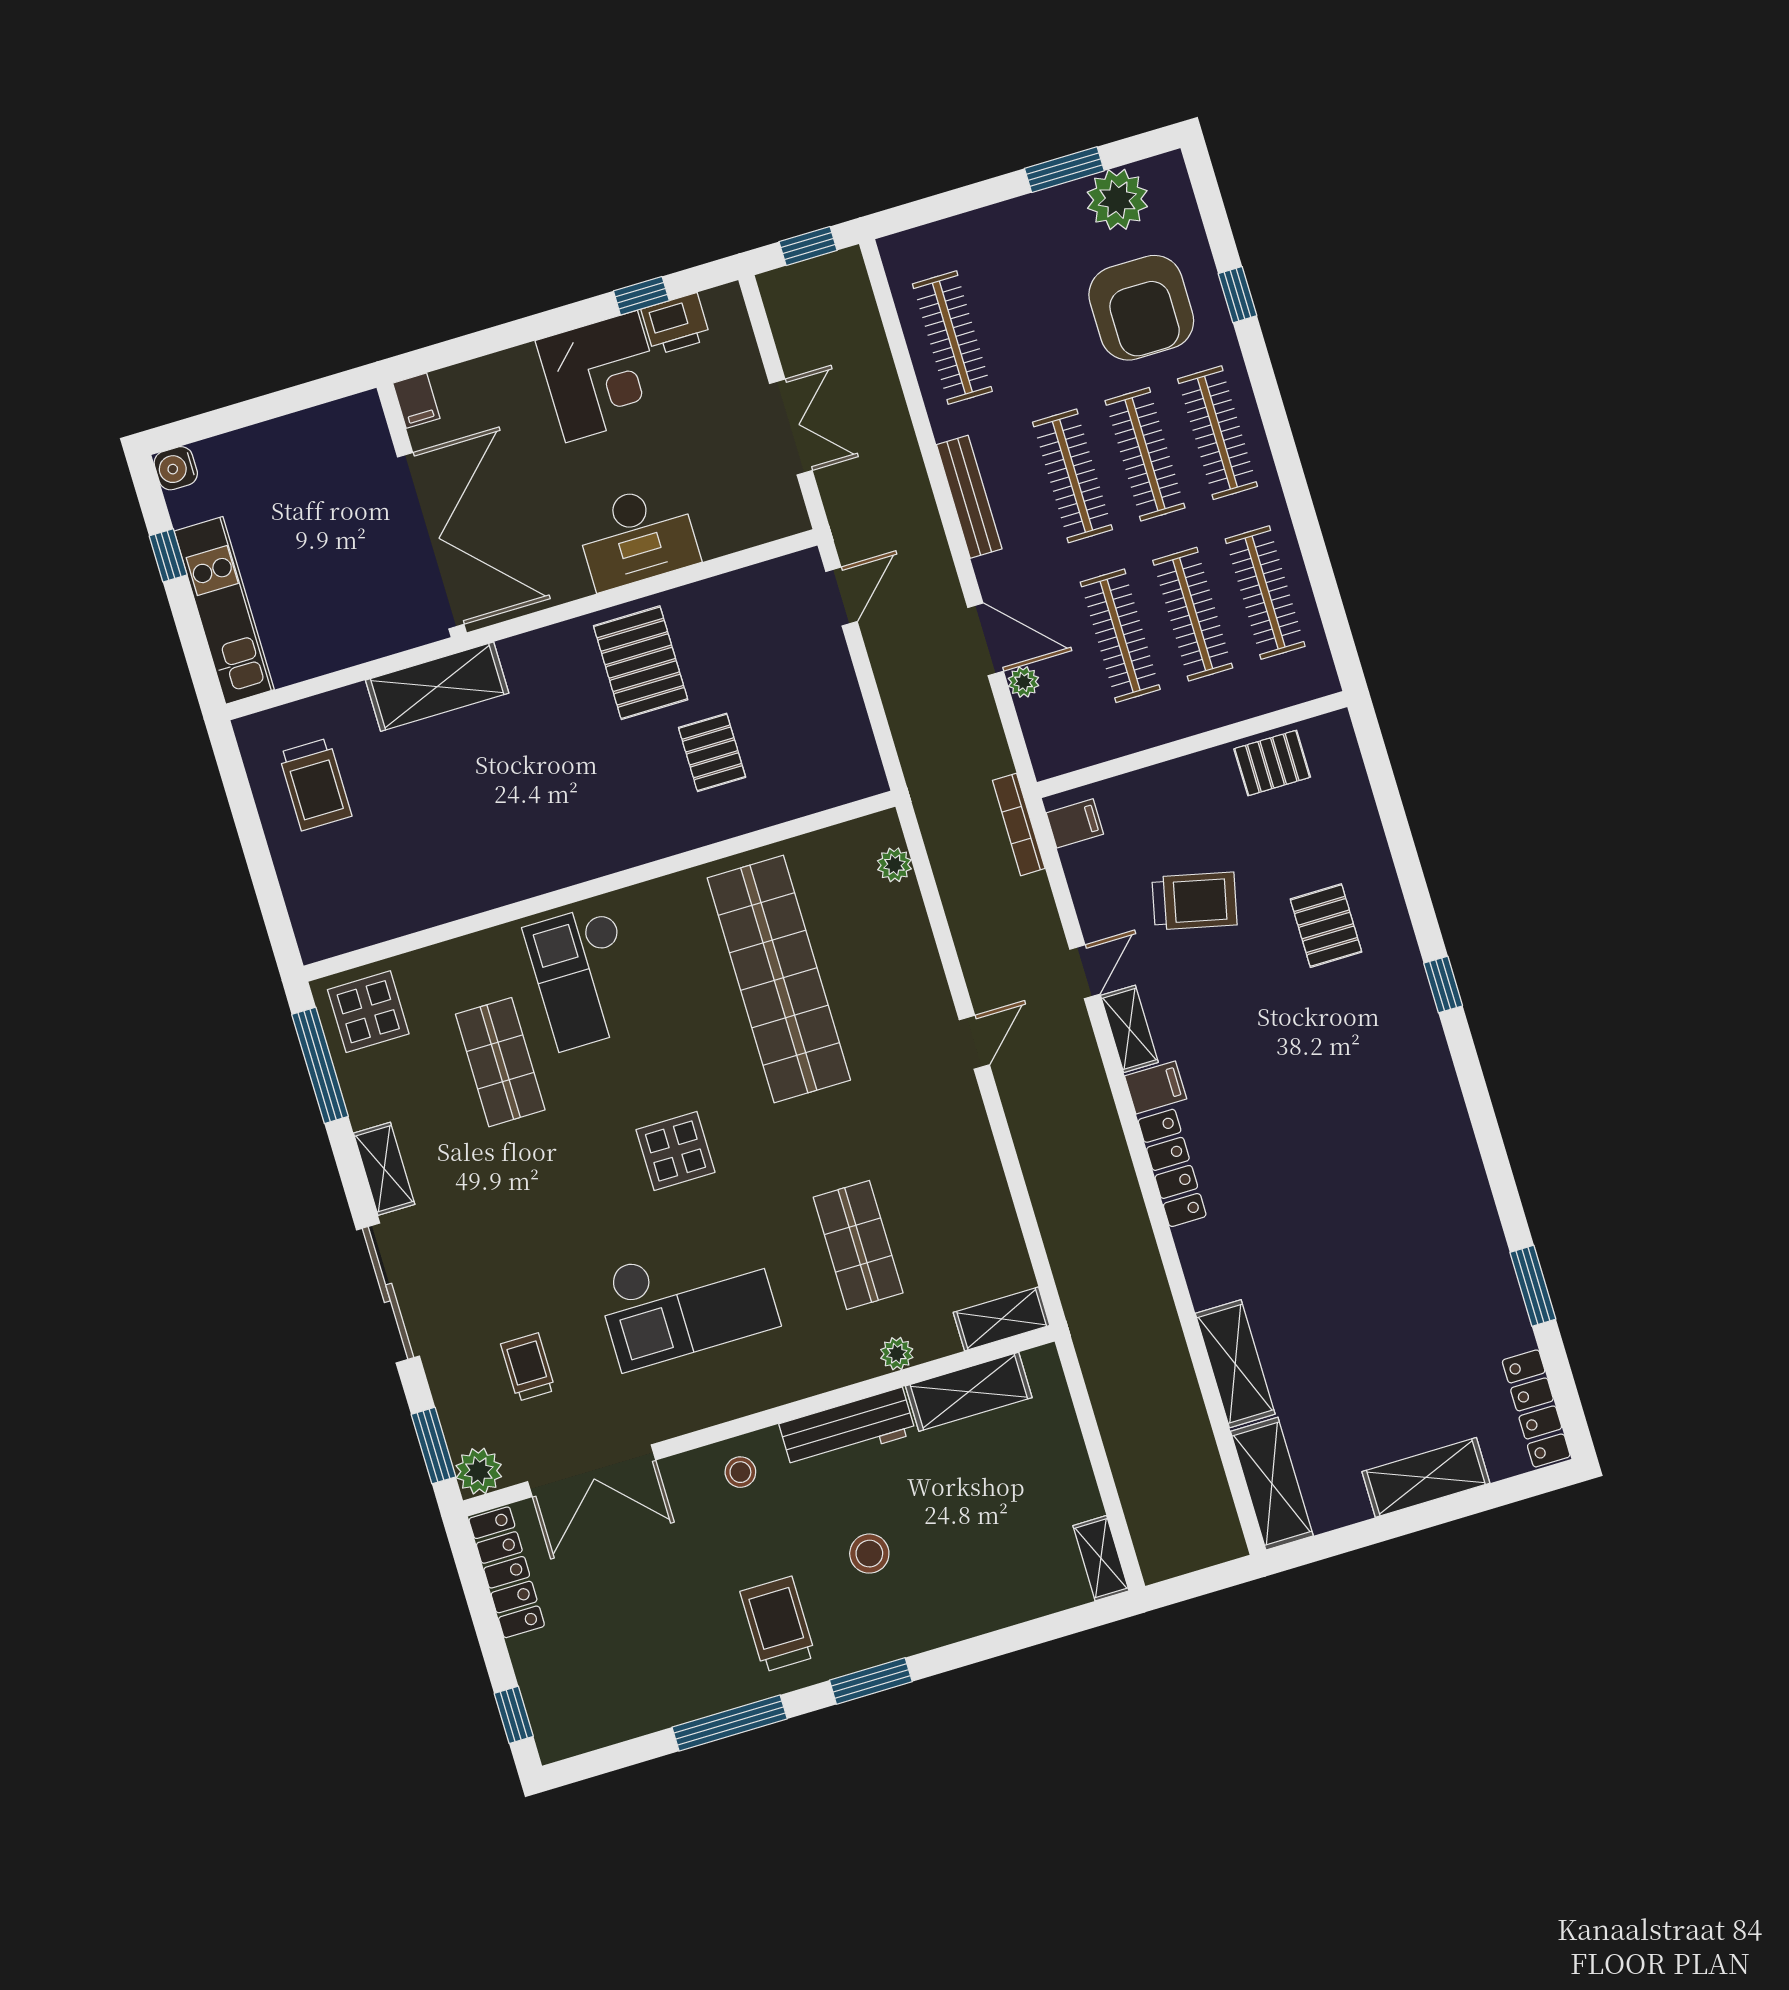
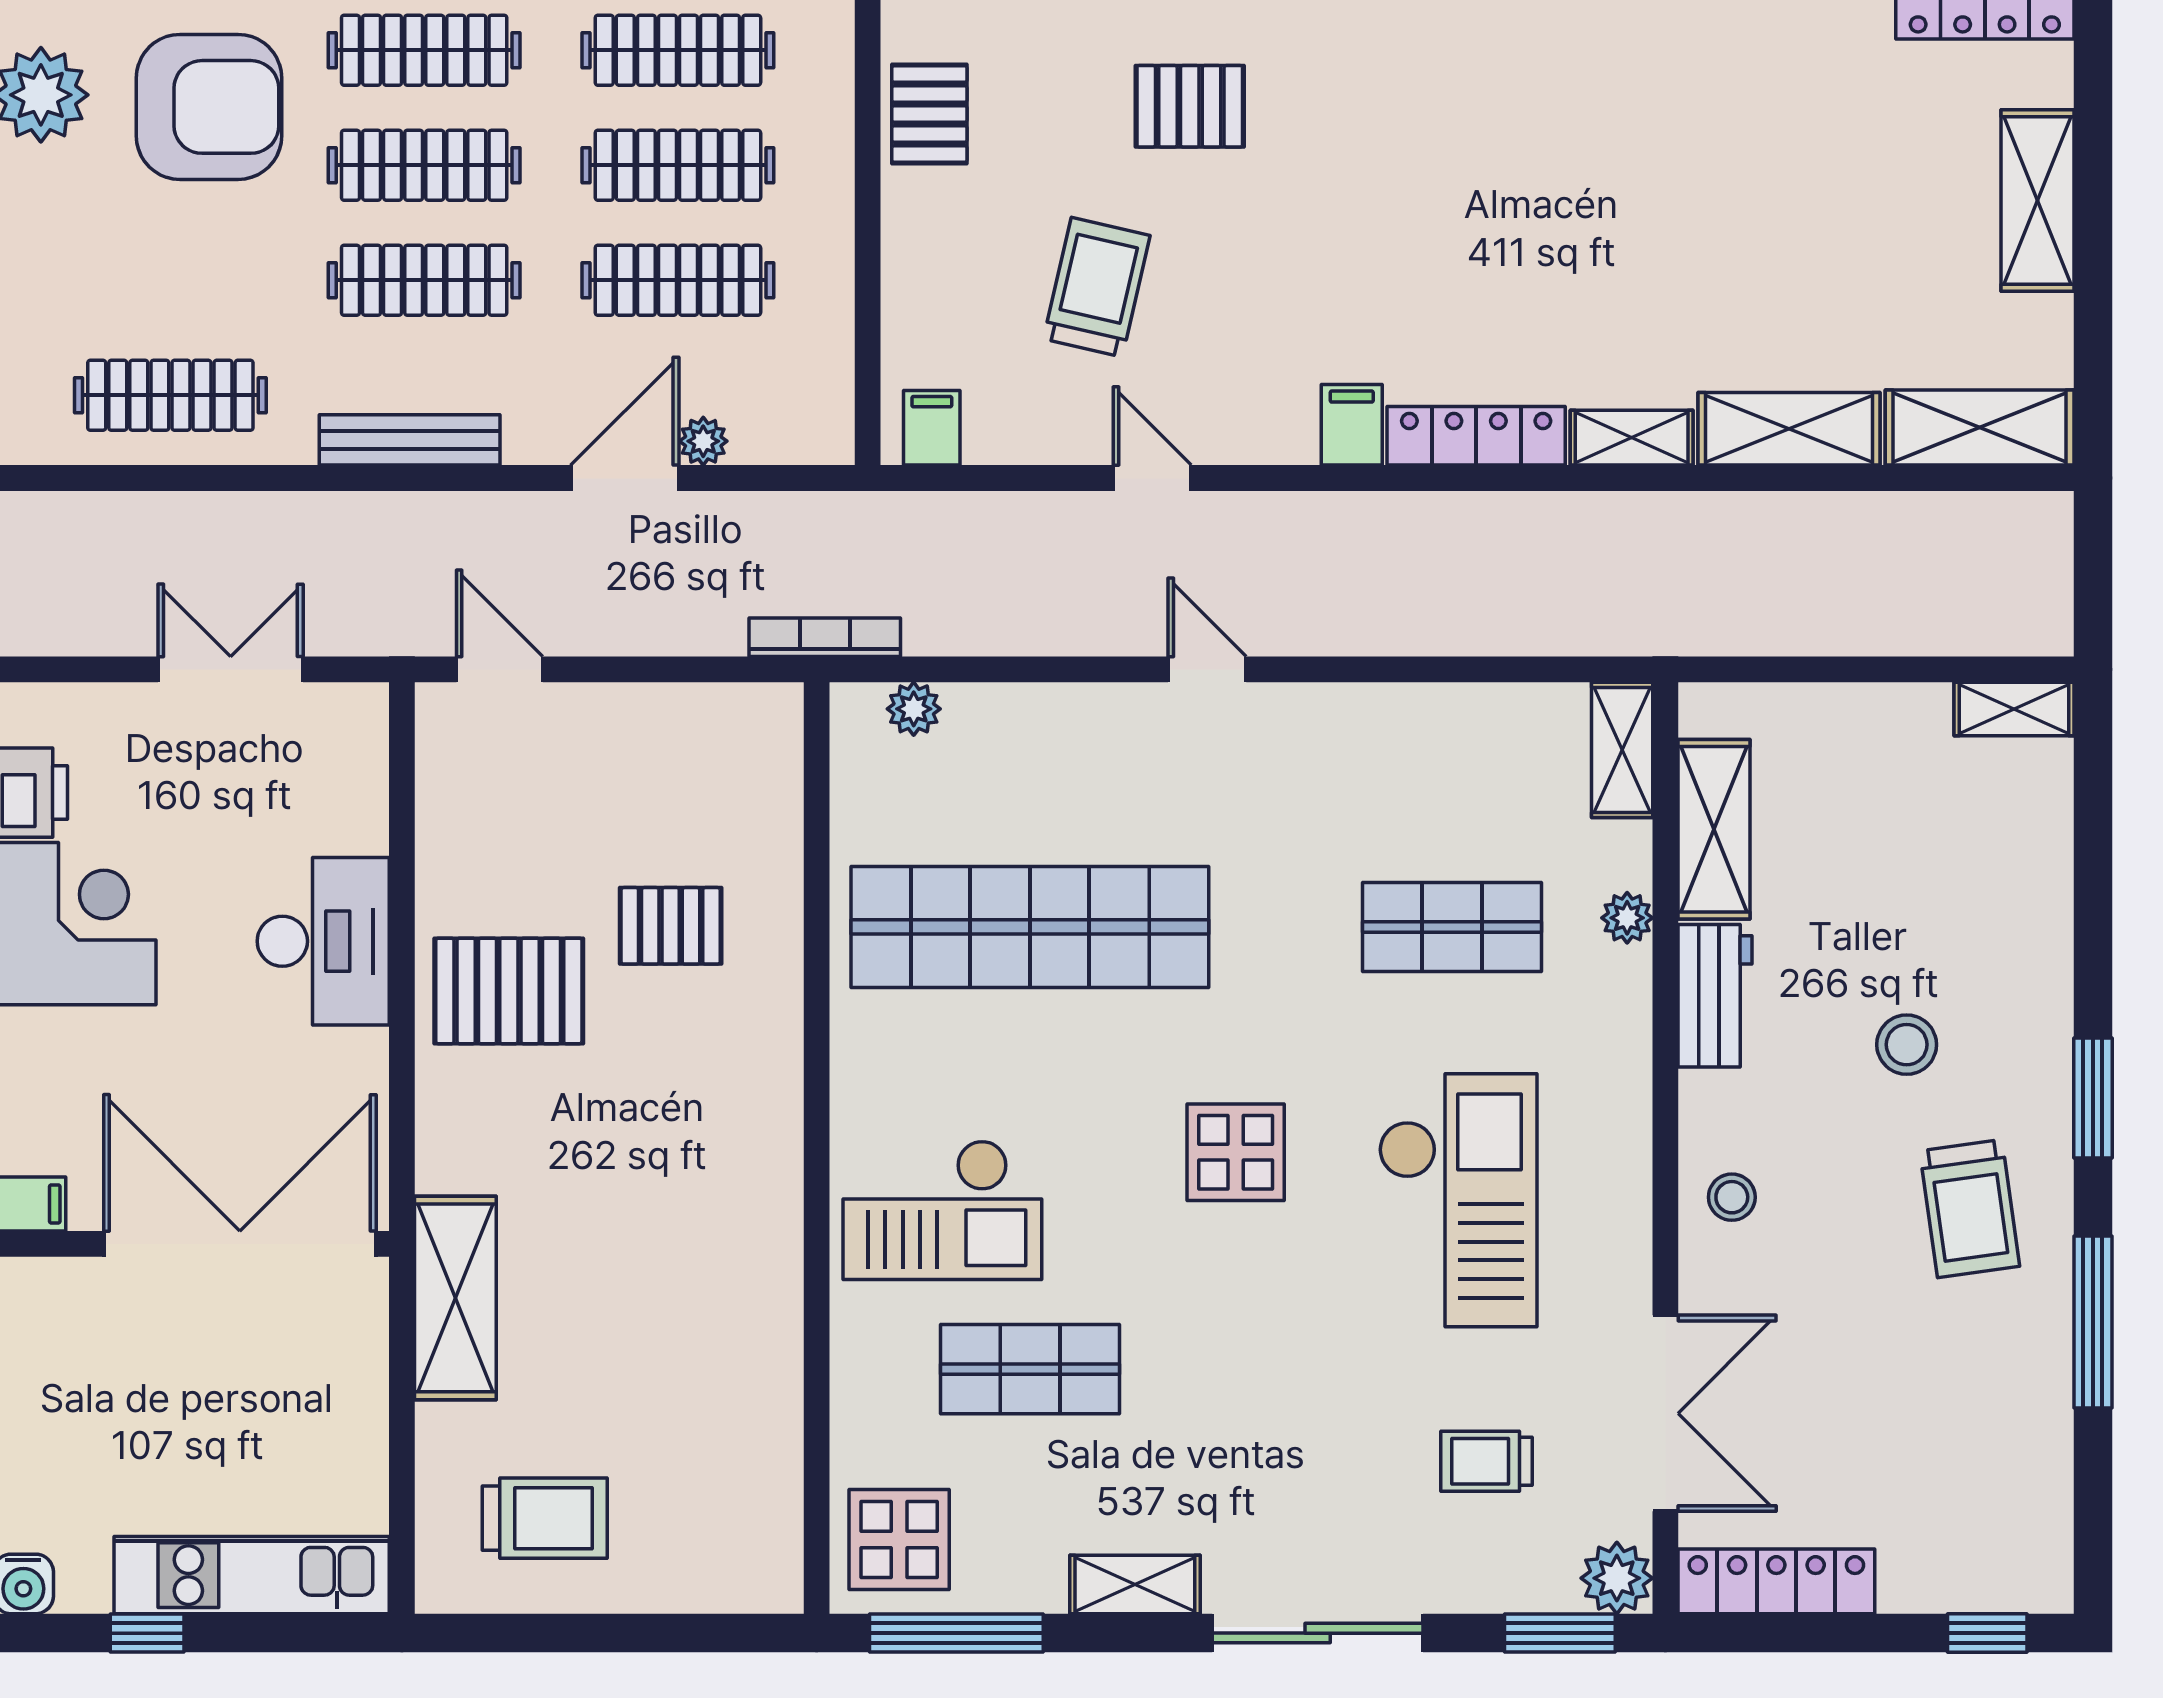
bookcase: (1019, 824) -> (825, 637), moved, turned 180
shelving: (1129, 1029) -> (1632, 438), moved
workbench: (847, 1429) -> (1715, 996), width x0.73
trolley: (778, 1624) -> (1970, 1209), turned -98

